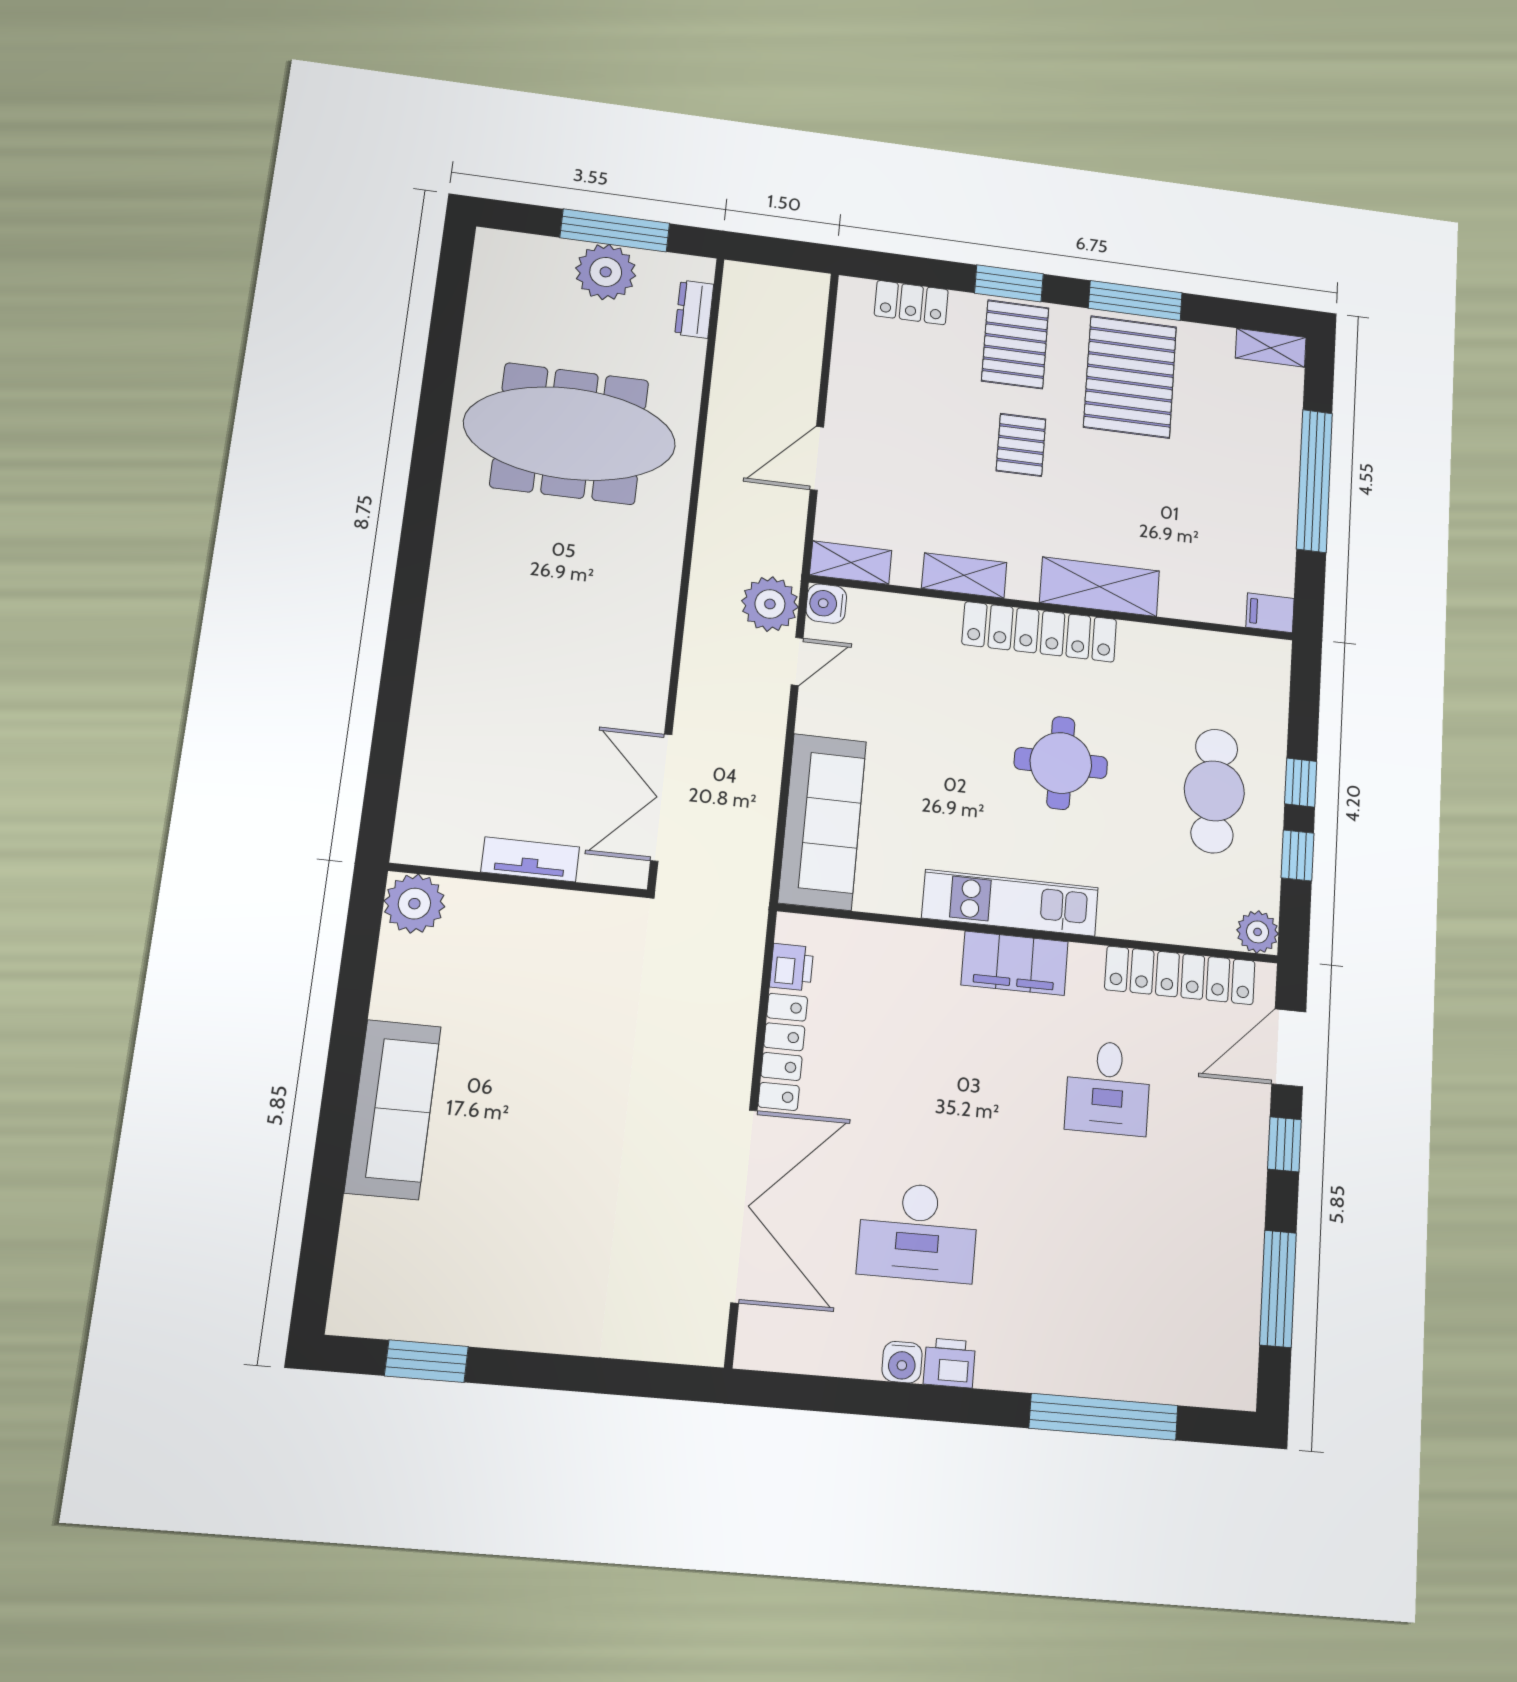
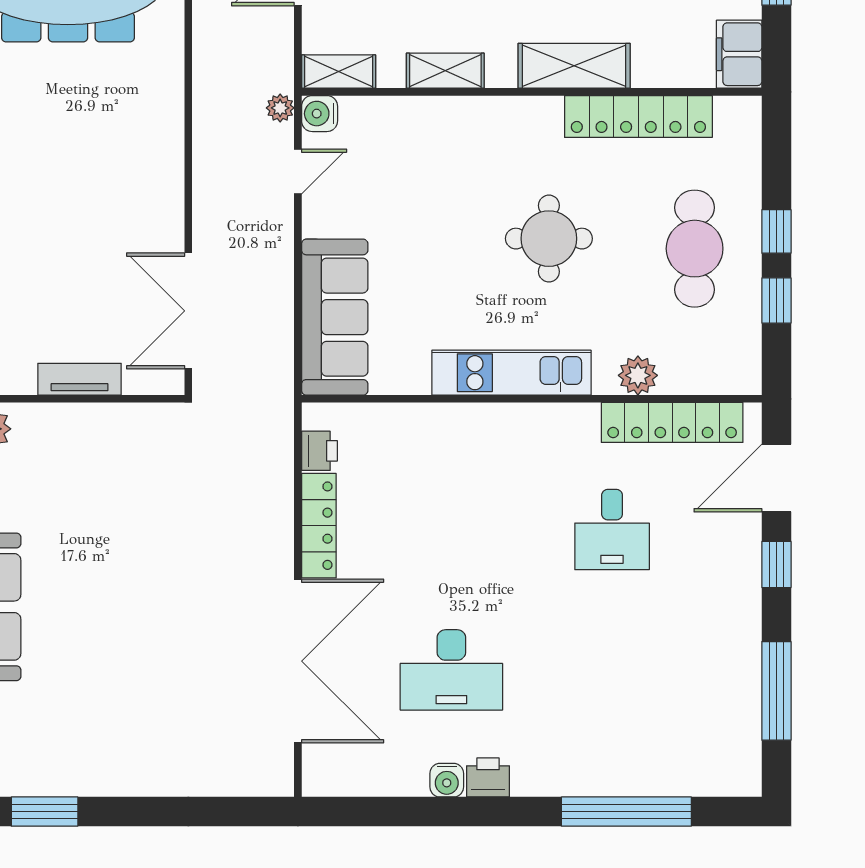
plant: (770, 604) -> (280, 108), width x0.53, depth x0.53
filing cabinet: (1270, 613) -> (739, 54), width x2.00
locker: (1040, 632) -> (638, 116), moved
plant: (1258, 932) -> (638, 375), moved
filing cabinet: (1015, 963) -> (519, 427), removed

